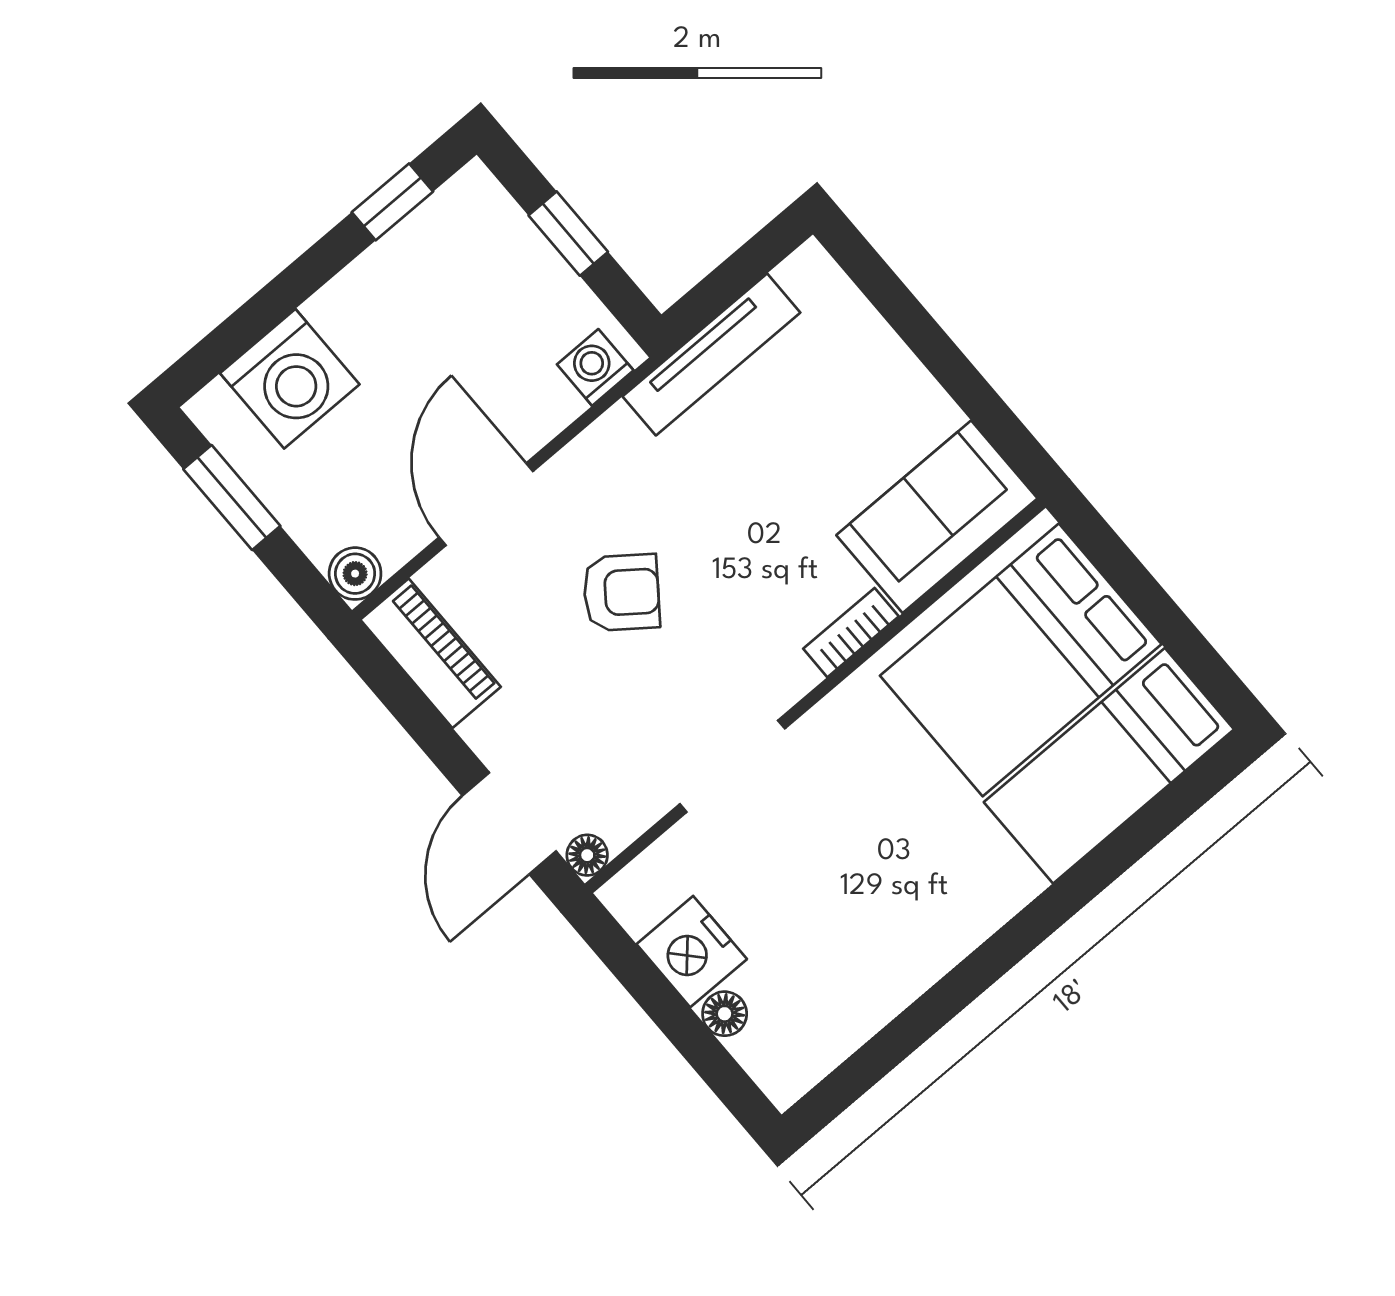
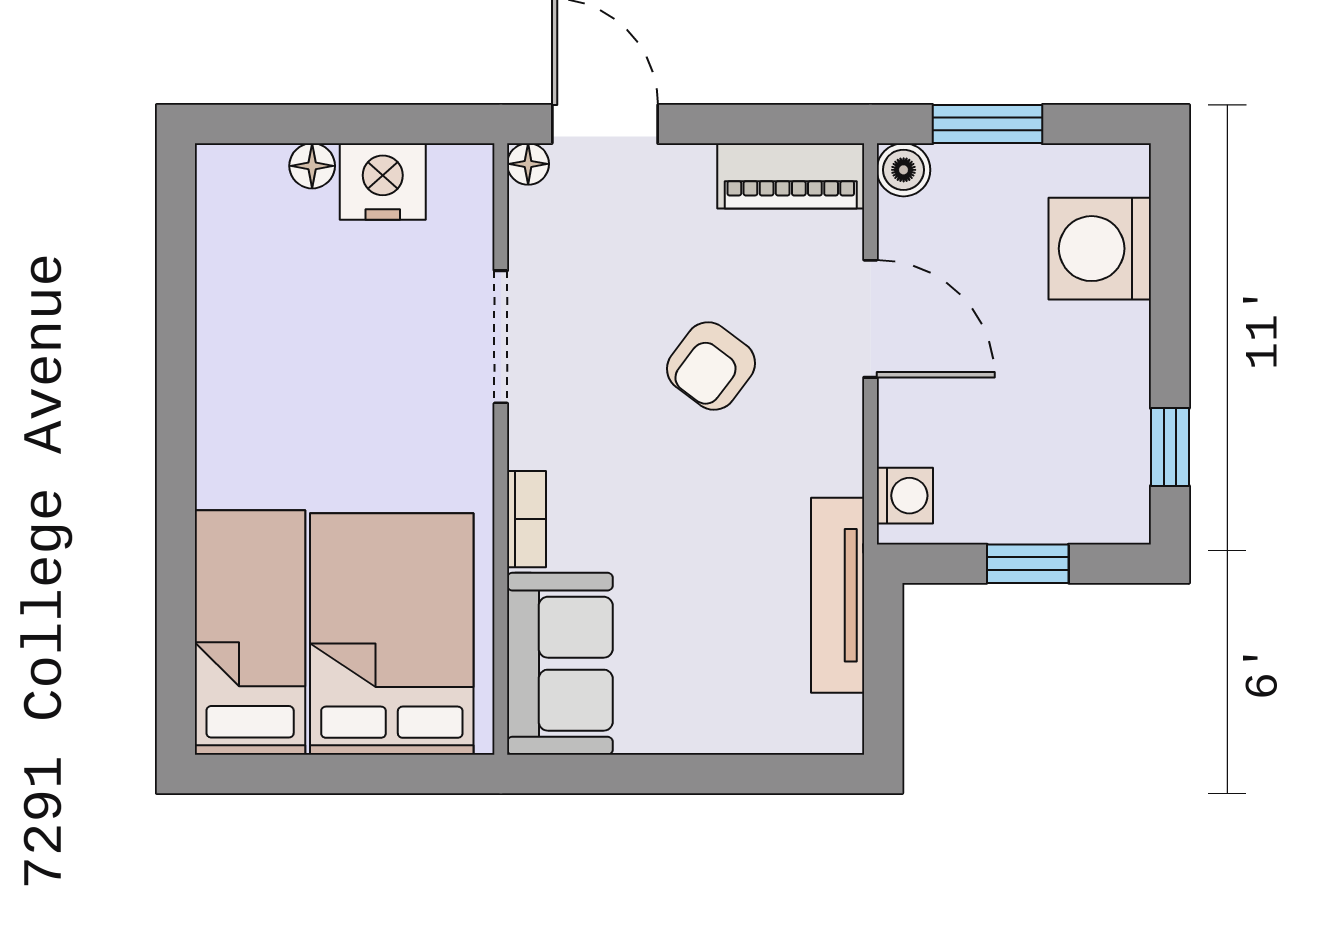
window: (232, 498) -> (988, 124), moved

